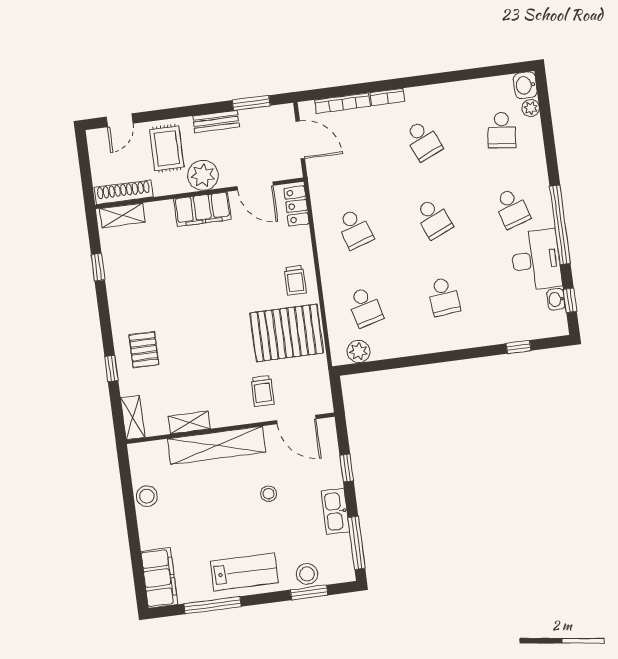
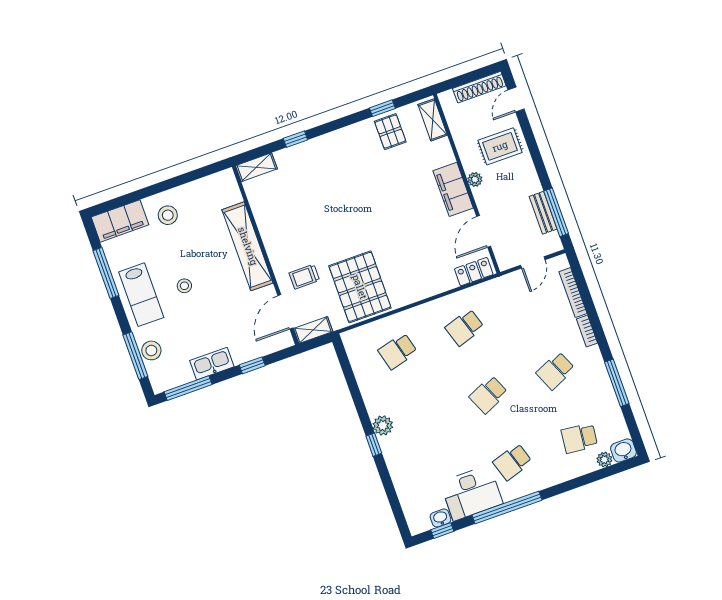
window: (450, 77) -> (617, 383), added
window: (251, 103) -> (556, 212), width x1.44
door: (120, 120) -> (516, 100), hinge flipped
bench: (216, 121) -> (543, 213), moved
door: (300, 140) -> (533, 262), width x0.73
plant: (203, 175) -> (475, 179), width x0.53, depth x0.53
shoe rack: (124, 192) -> (479, 87), moved, turned 90
trolley: (295, 280) -> (408, 285), removed
school desk: (444, 297) -> (422, 418), removed
window: (519, 347) -> (374, 445), moved
pallet: (144, 350) -> (390, 132), moved, turned 90
plant: (359, 351) -> (383, 425), moved
shelving: (189, 422) -> (313, 330), moved, turned 90
stool: (269, 494) -> (184, 286), moved
stool: (147, 496) -> (168, 215), moved
window: (309, 592) -> (135, 356), width x1.44

